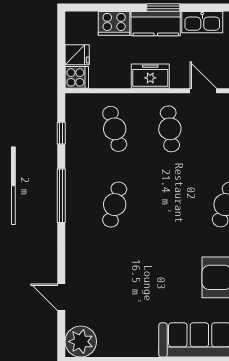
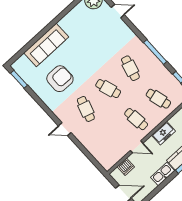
cafe table: (170, 205) -> (108, 89), added

